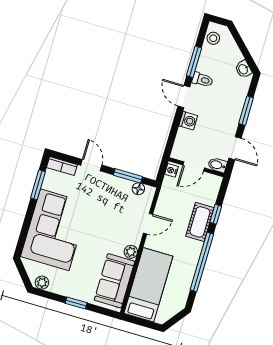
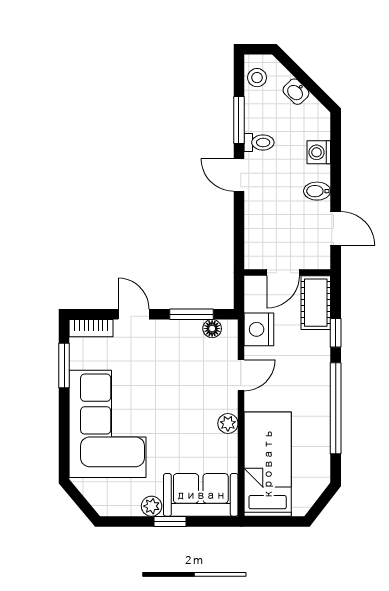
washbasin: (243, 69) -> (296, 92), moved
window: (246, 111) -> (336, 169), removed
washing machine: (188, 121) -> (319, 152), moved, turned 180
bidet: (217, 165) -> (317, 191), moved
nightstand: (171, 170) -> (259, 329), moved, width x1.89, depth x1.79
cot: (200, 222) -> (316, 303), moved
sofa: (114, 281) -> (201, 495), moved, turned 90
plant: (42, 283) -> (152, 506), moved

